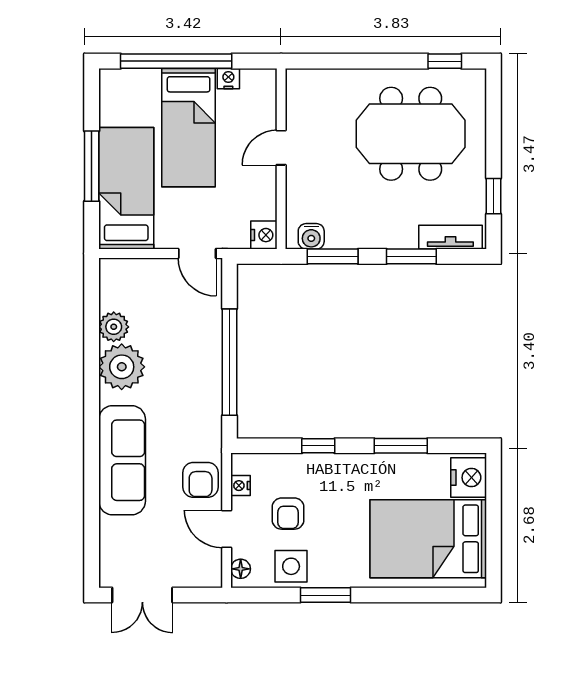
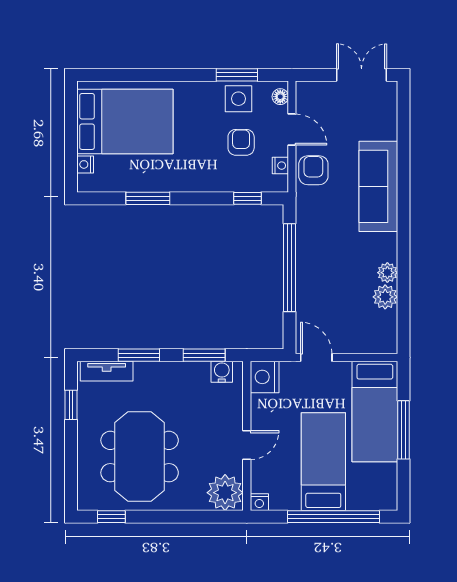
nightstand: (228, 79) -> (259, 502), moved
plant: (307, 90) -> (225, 493), added
meeting table: (411, 134) -> (140, 457), turned 90
nightstand: (264, 235) -> (265, 377), width x1.36, depth x1.33
plant: (122, 367) -> (387, 273), width x0.53, depth x0.53
window: (318, 446) -> (248, 198), moved
nightstand: (469, 478) -> (85, 164), width x0.53, depth x0.56
window: (326, 595) -> (237, 75), moved

